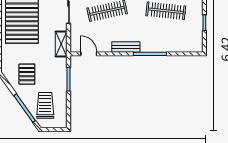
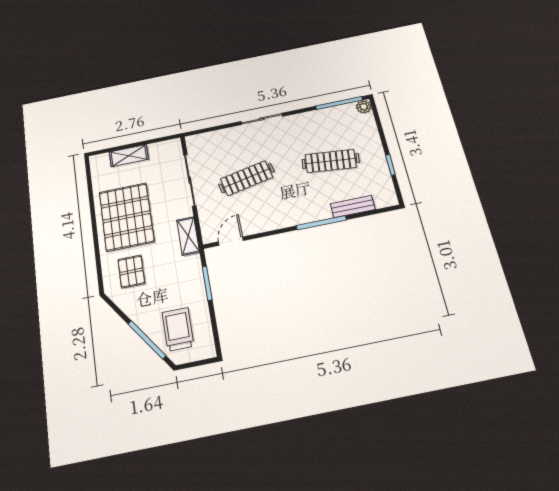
bench: (126, 47) -> (353, 207), moved
door: (89, 54) -> (231, 241), hinge flipped
pallet: (27, 74) -> (131, 271), moved

